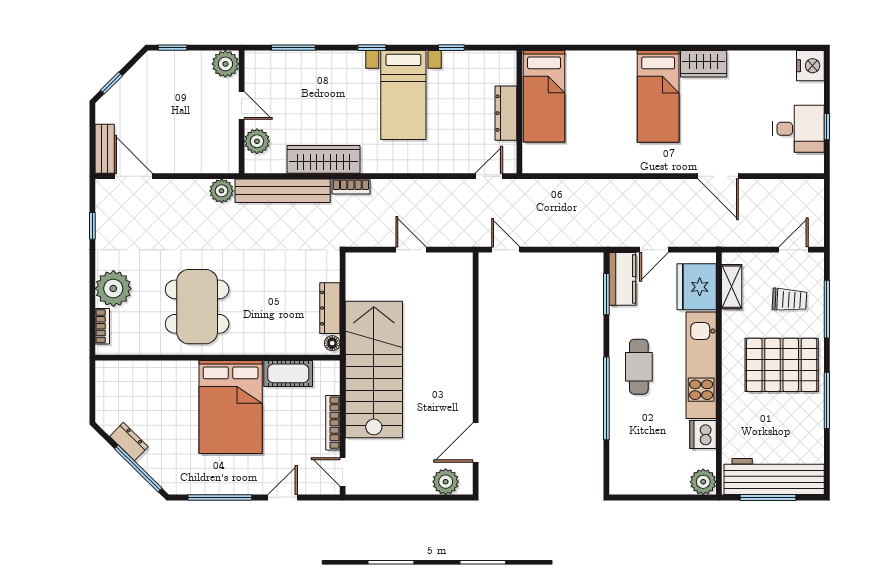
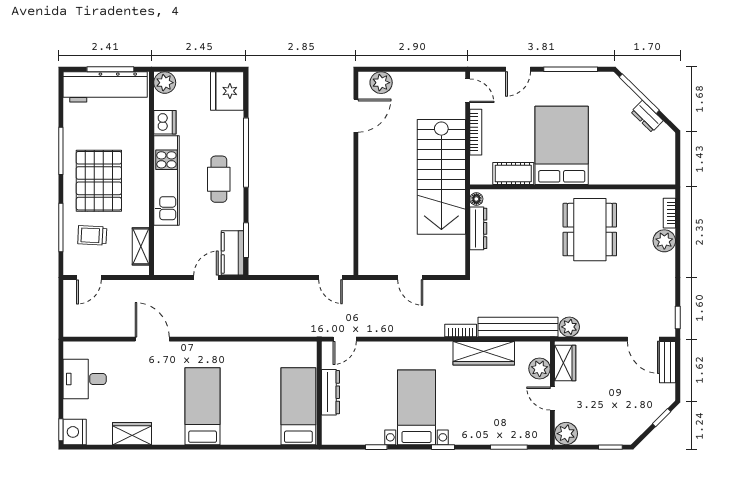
wardrobe: (704, 64) -> (132, 434), moved
window: (827, 127) -> (61, 430), moved
wardrobe: (226, 148) -> (565, 363), added
window: (92, 226) -> (678, 317), moved
fridge: (697, 287) -> (227, 91), moved, turned 180
plant: (113, 288) -> (664, 241), width x0.73, depth x0.73
pallet: (782, 365) -> (99, 181), turned 90

